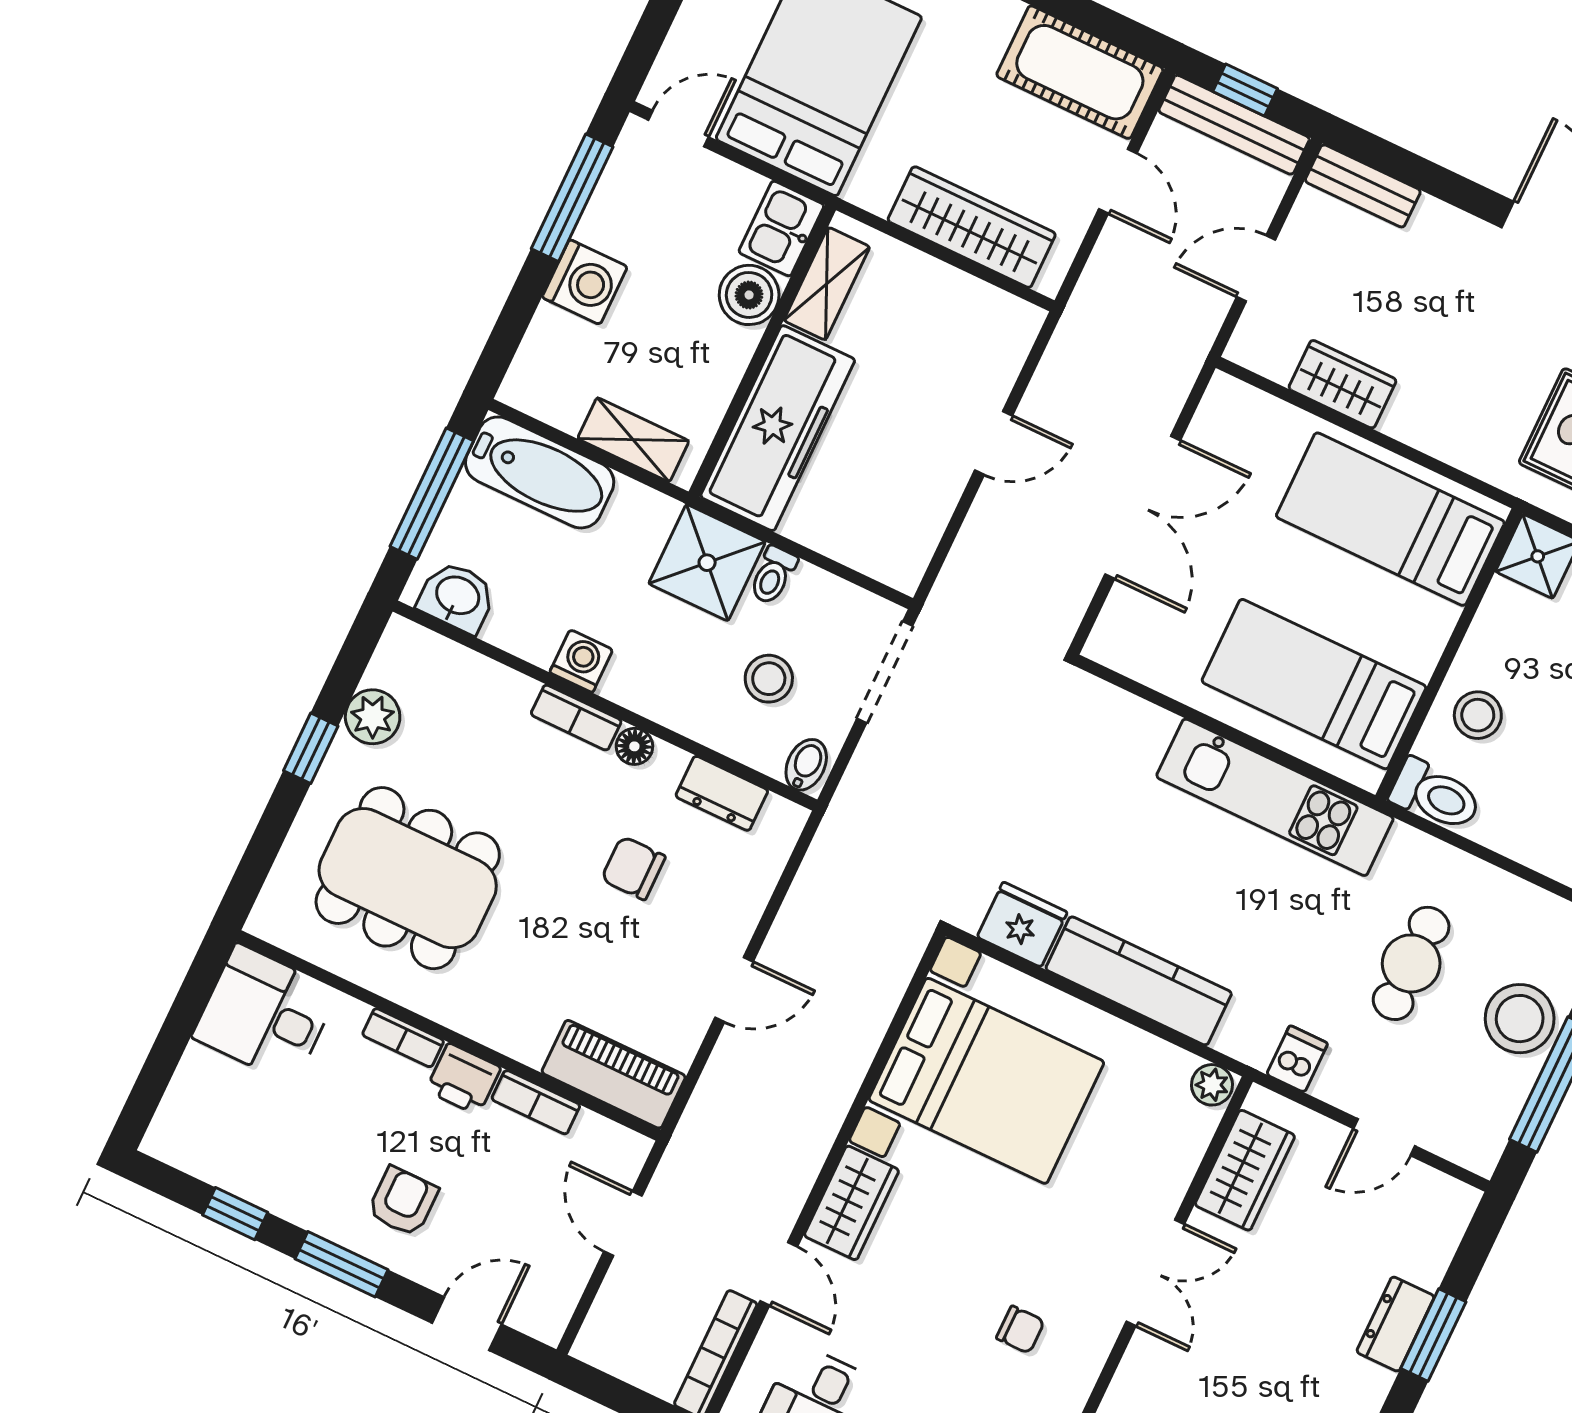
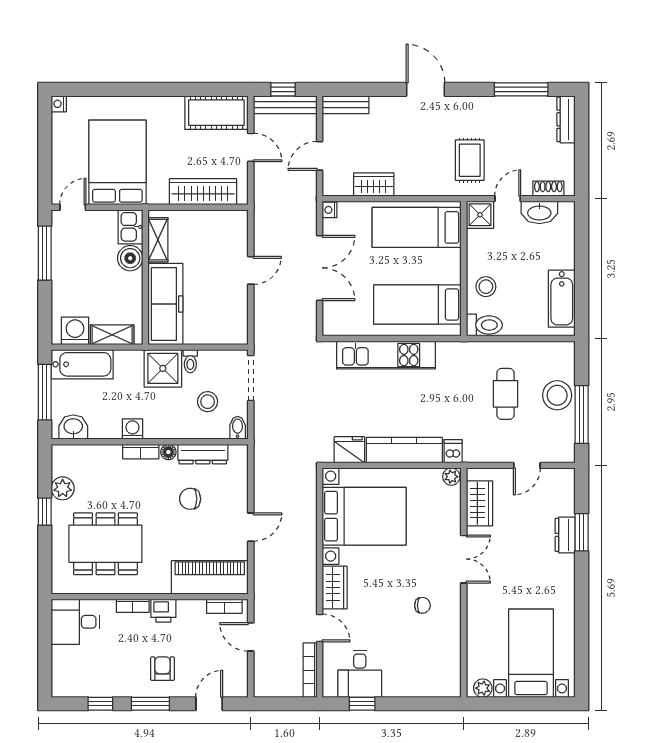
washing machine: (585, 282) -> (75, 331), moved, turned -90
nightstand: (1222, 394) -> (330, 210), added
dresser: (722, 793) -> (203, 454), width x1.44
kitchen unit: (1275, 797) -> (386, 355), moved
dishwasher: (1297, 1059) -> (453, 451), moved
piano: (614, 1074) -> (210, 577), width x1.37, depth x1.33
bookcase: (536, 1102) -> (224, 606), moved

